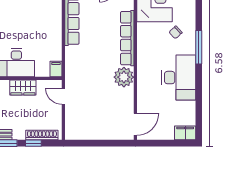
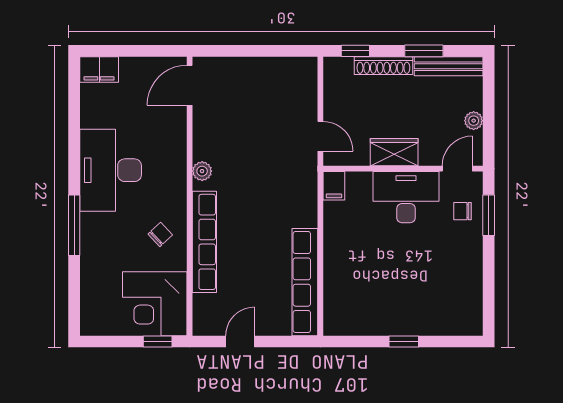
chair: (176, 32) -> (160, 234), moved
plant: (124, 77) -> (202, 171), width x0.53, depth x0.53
shoe rack: (42, 135) -> (383, 66), moved
window: (33, 143) -> (355, 51), moved

